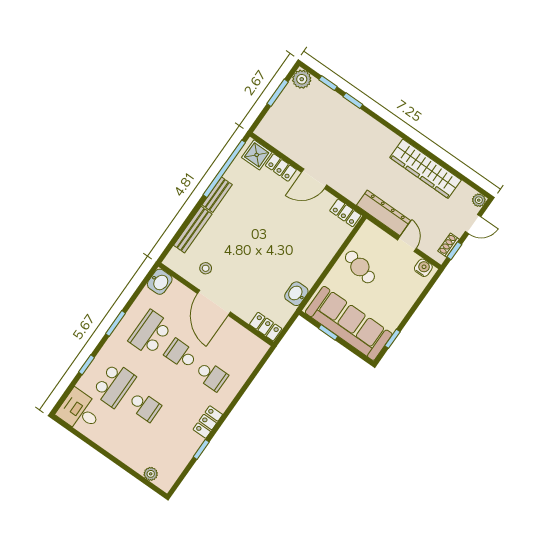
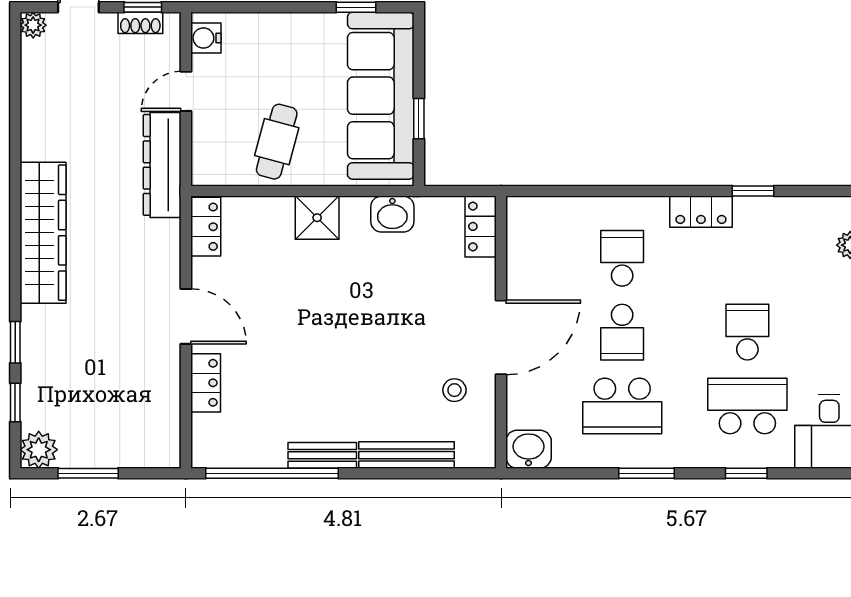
shower: (257, 155) -> (317, 218), moved
wardrobe: (425, 169) -> (43, 233), moved

